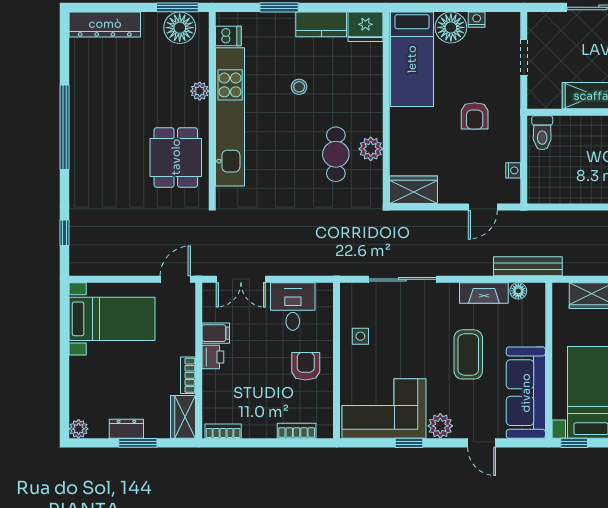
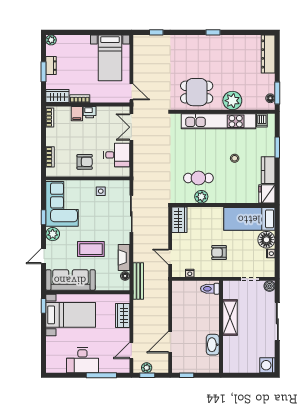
boiler: (537, 22) -> (269, 286), added
floor lamp: (180, 28) -> (270, 98), width x0.53, depth x0.53
plant: (200, 91) -> (232, 101), width x1.87, depth x1.87
window: (64, 127) -> (213, 32), width x0.32
filing cabinet: (216, 333) -> (77, 114), moved

